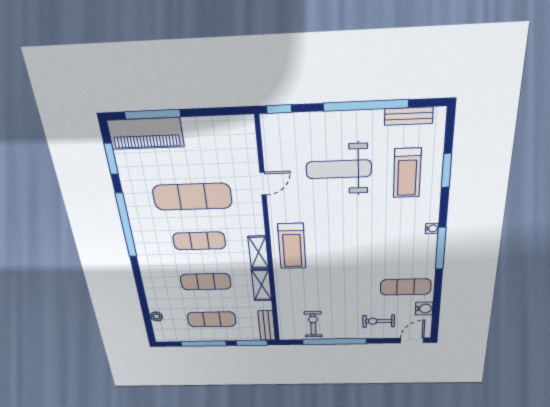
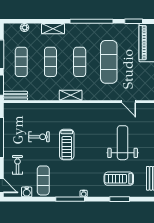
door: (263, 184) -> (129, 102), moved
treadmill: (292, 246) -> (67, 144), moved, turned -90
shelving: (262, 285) -> (53, 29), moved
exercise bike: (313, 324) -> (39, 137), moved

